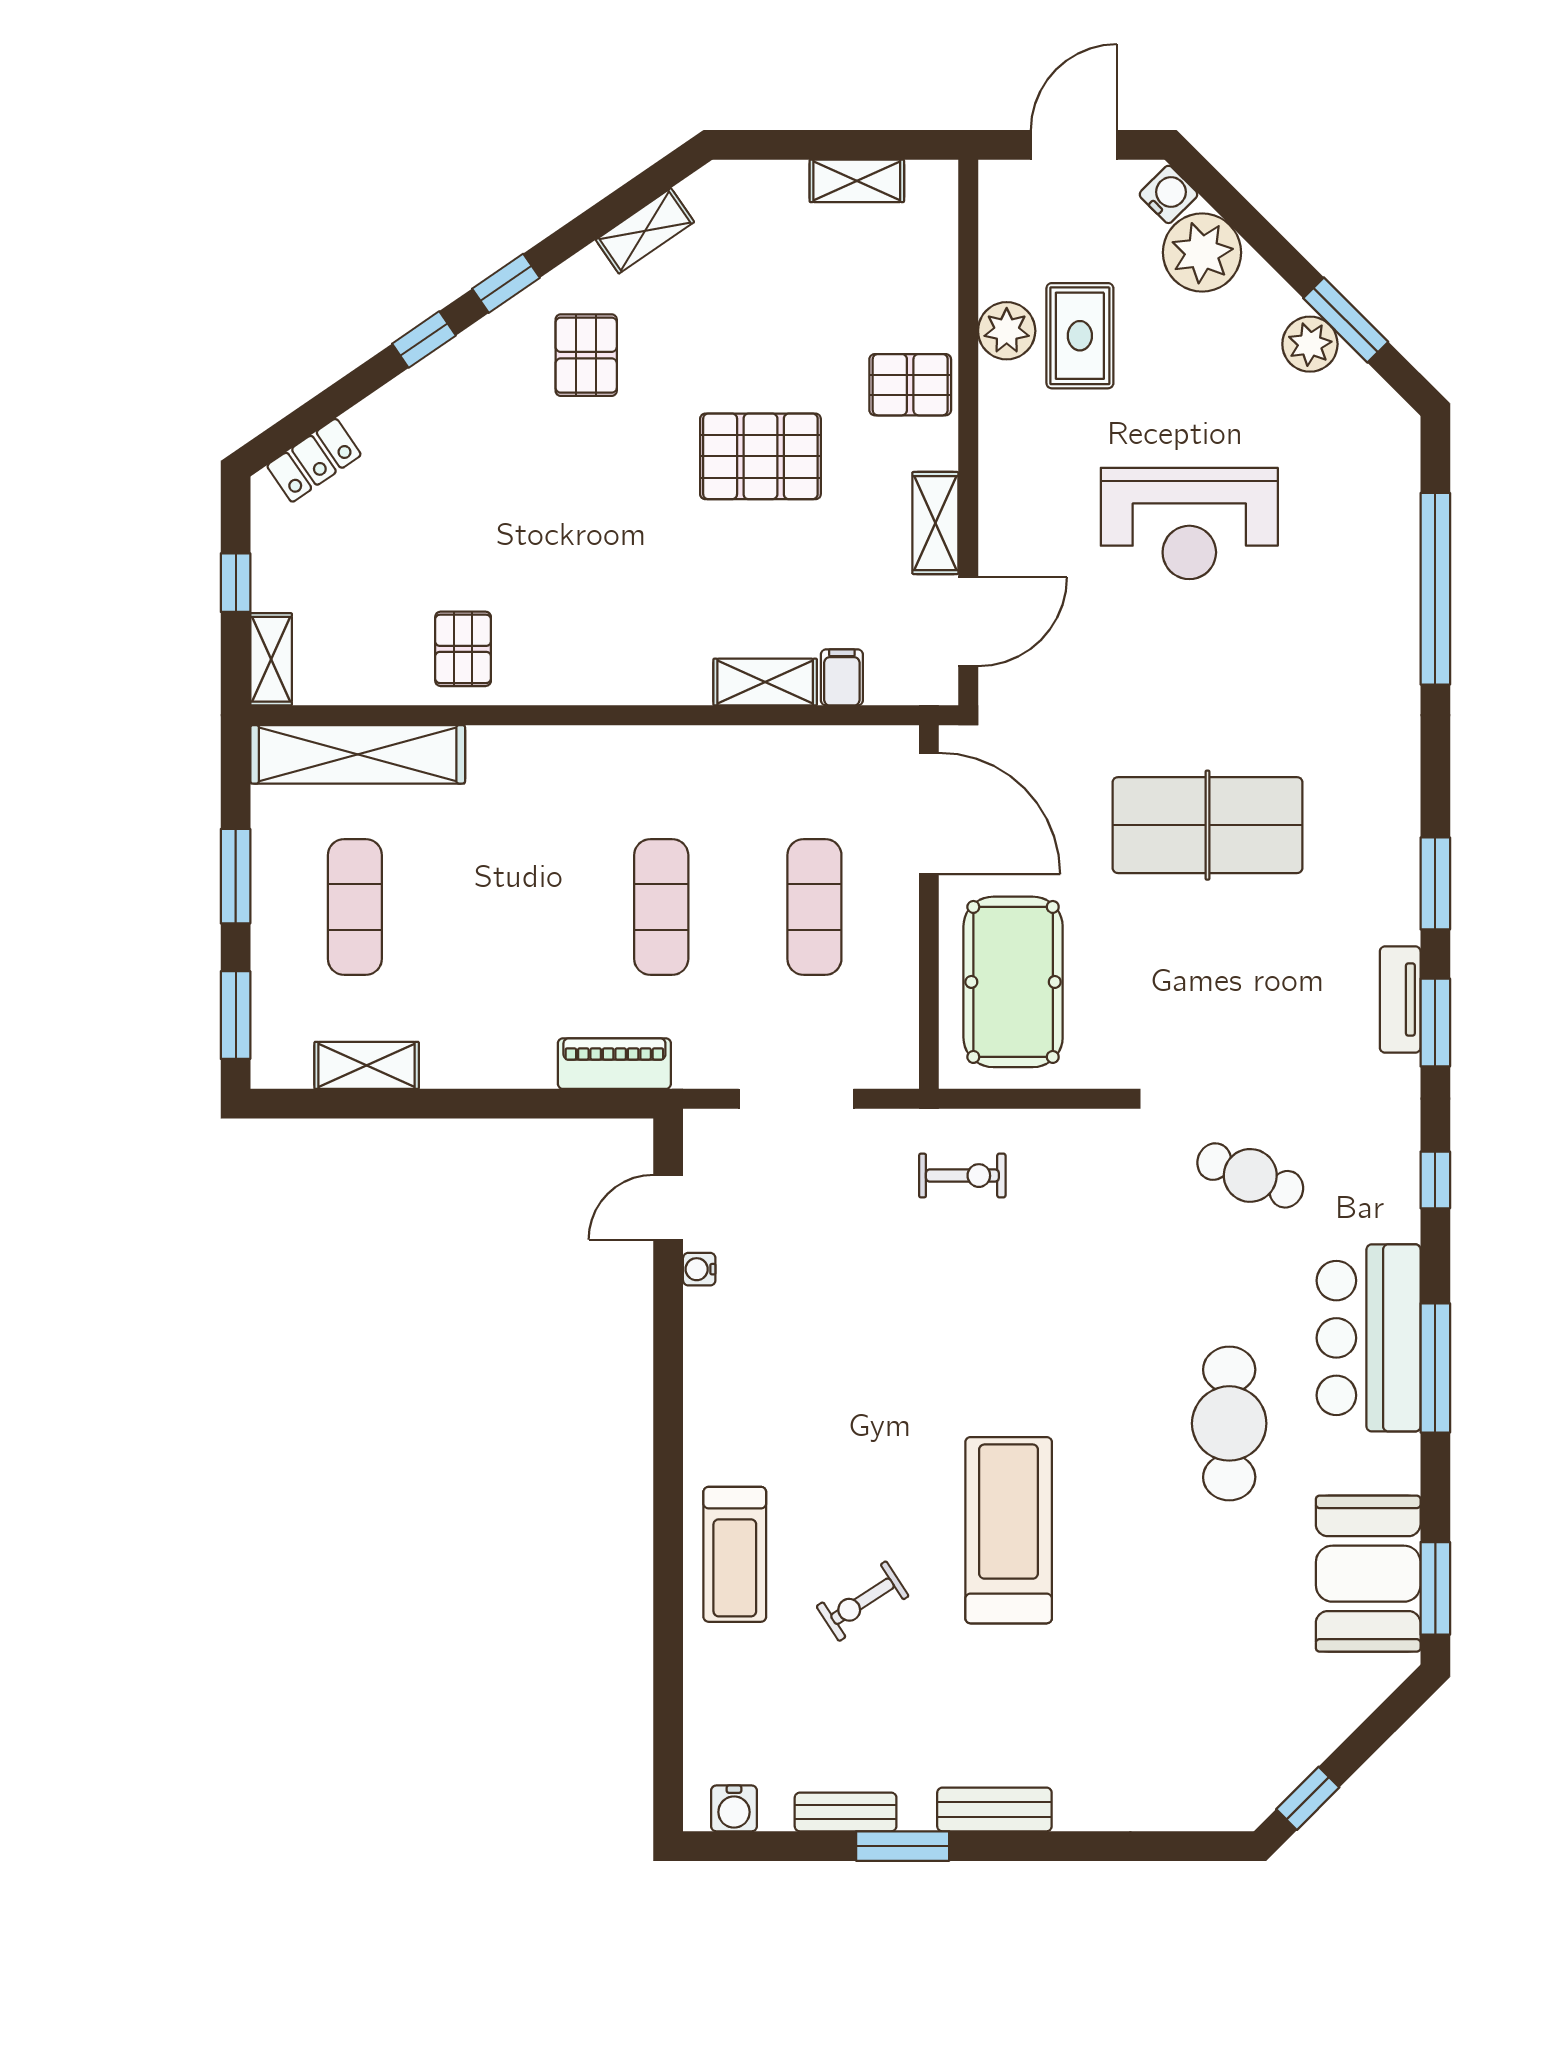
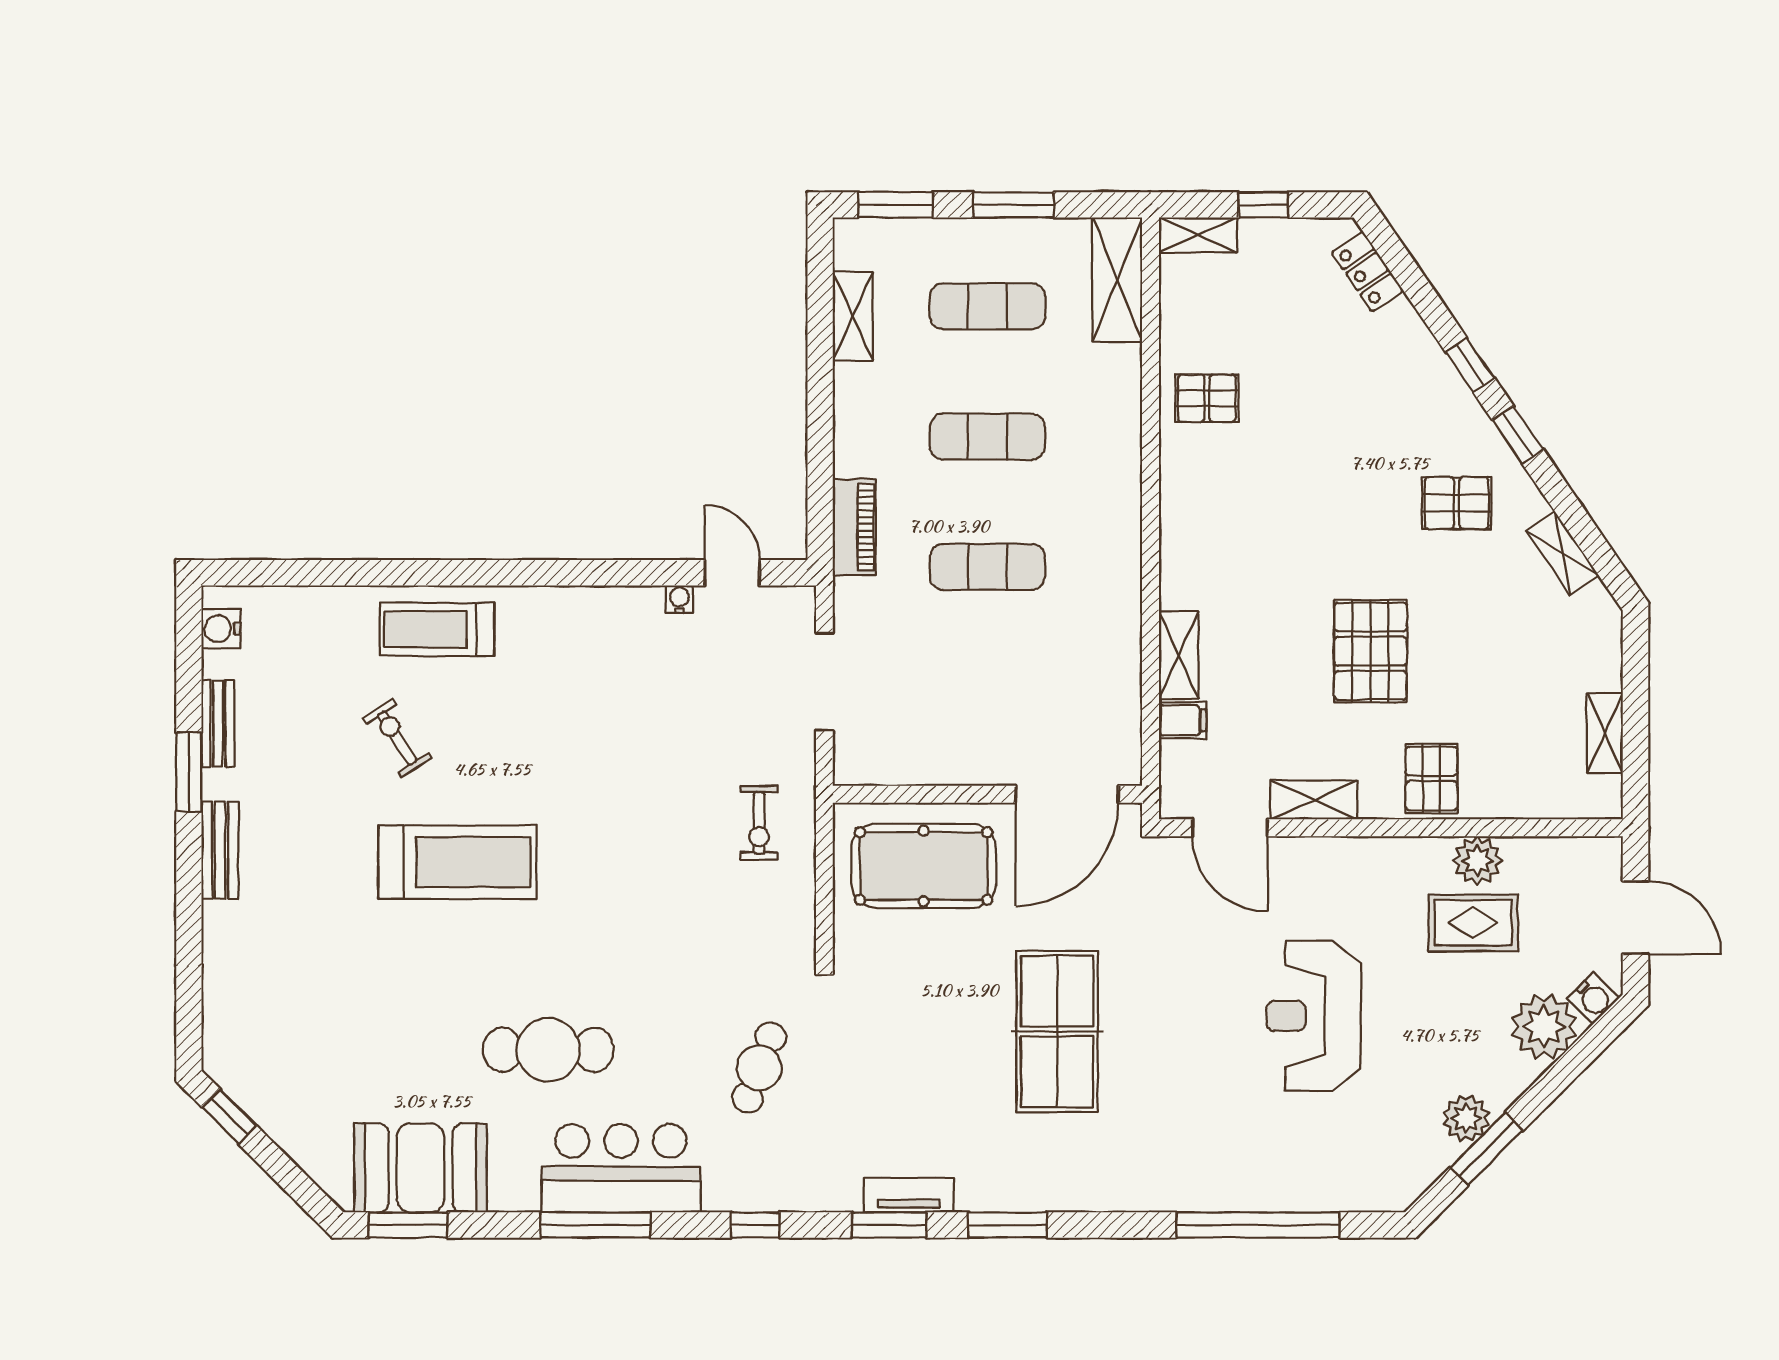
shelving: (358, 754) -> (1117, 280), width x0.68
exercise mat: (814, 907) -> (987, 437), moved

